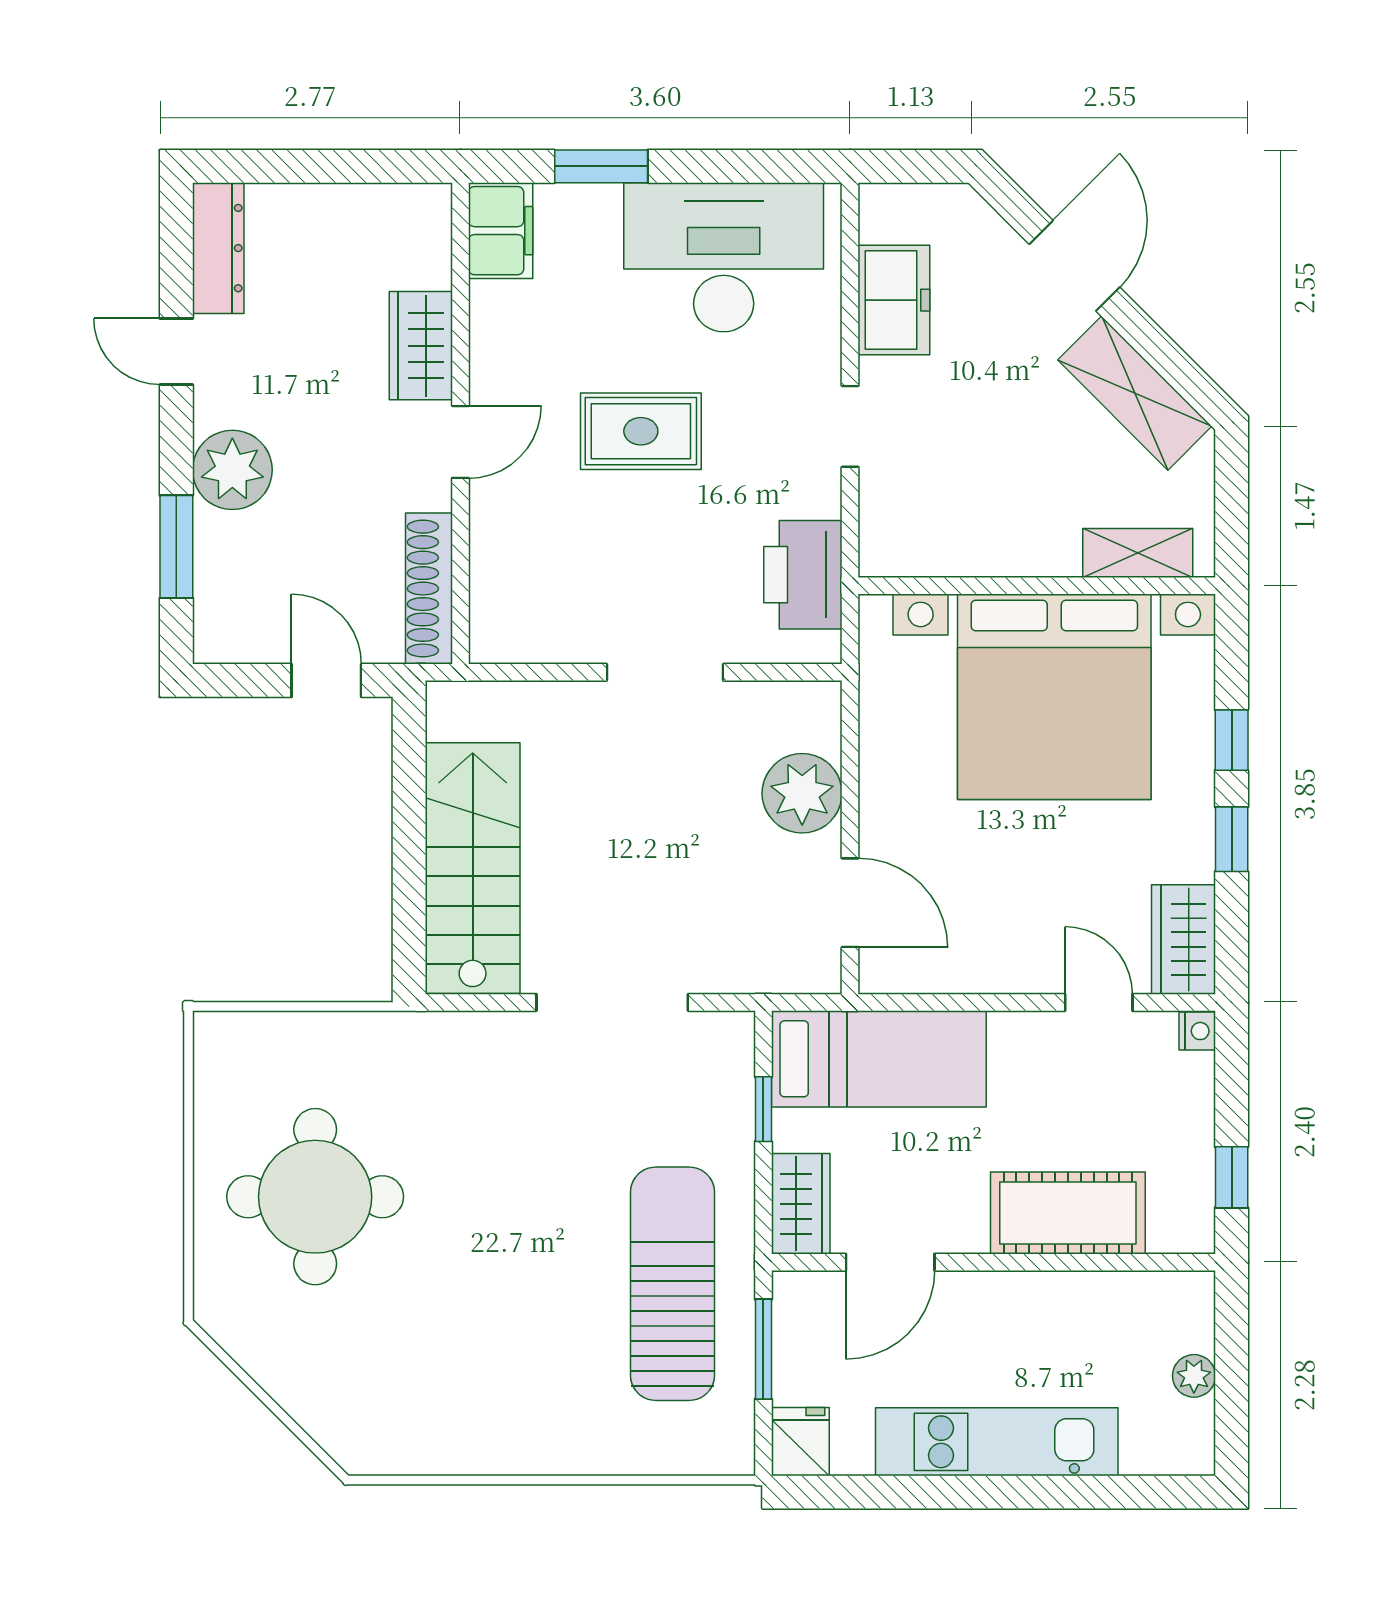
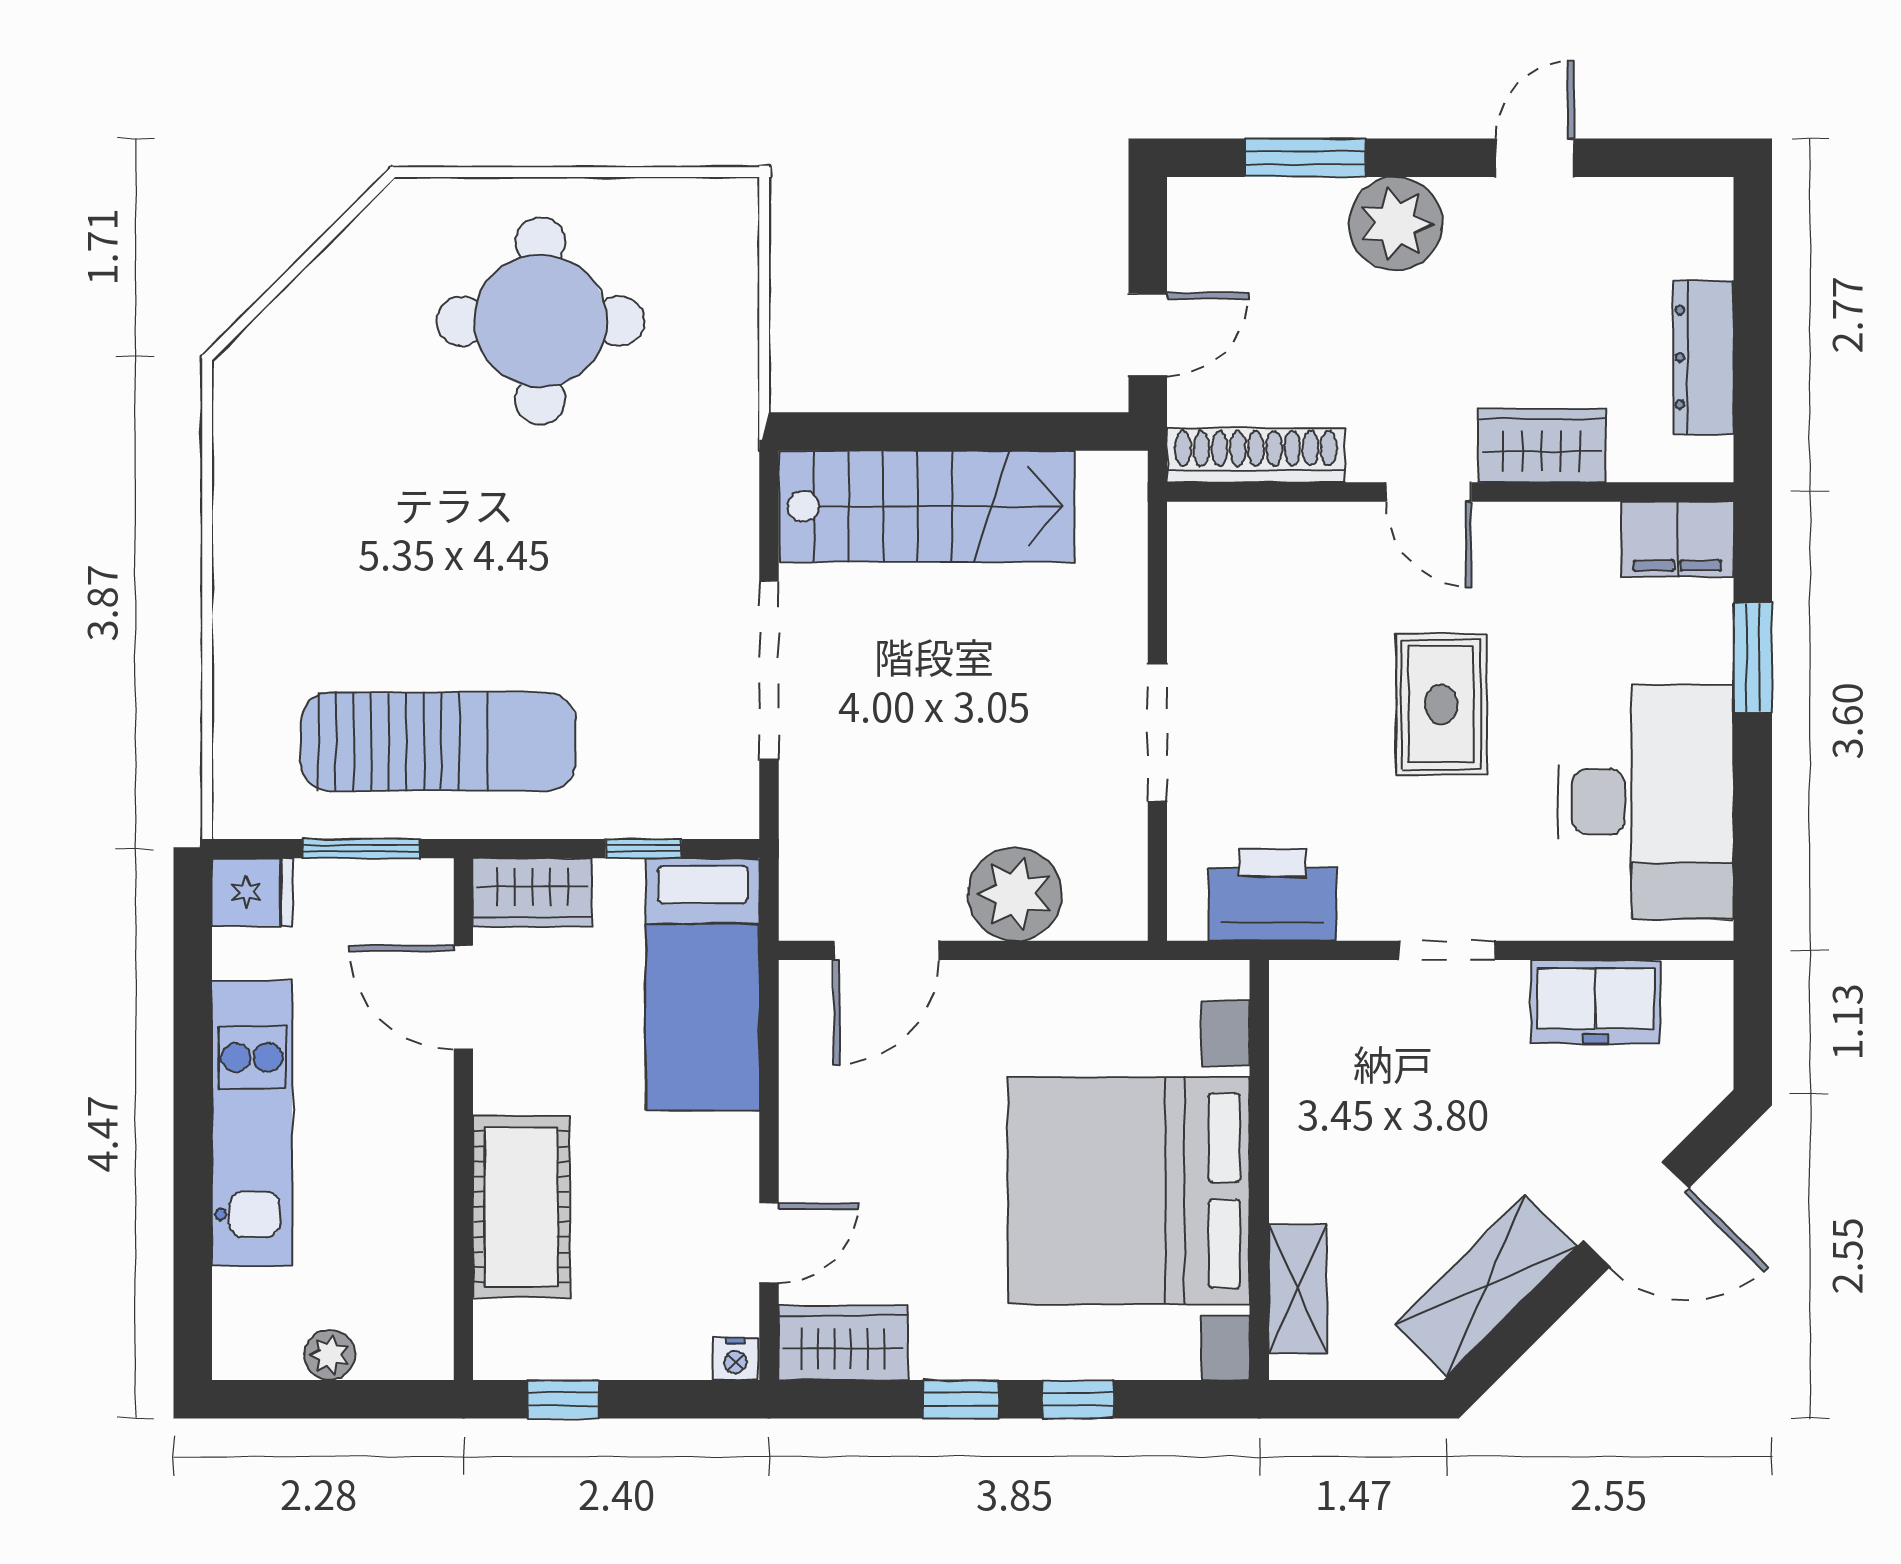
dresser: (218, 248) -> (1703, 357), moved, turned 90

